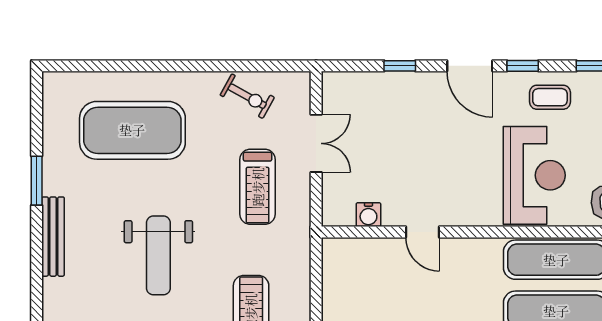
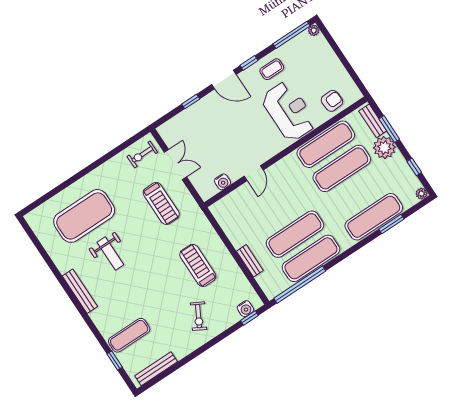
exercise bike: (247, 96) -> (142, 154), moved, turned 150
window: (37, 181) -> (54, 270), removed
door: (423, 232) -> (254, 173), hinge flipped
weight bench: (158, 255) -> (110, 254), moved, width x0.73, depth x0.75

